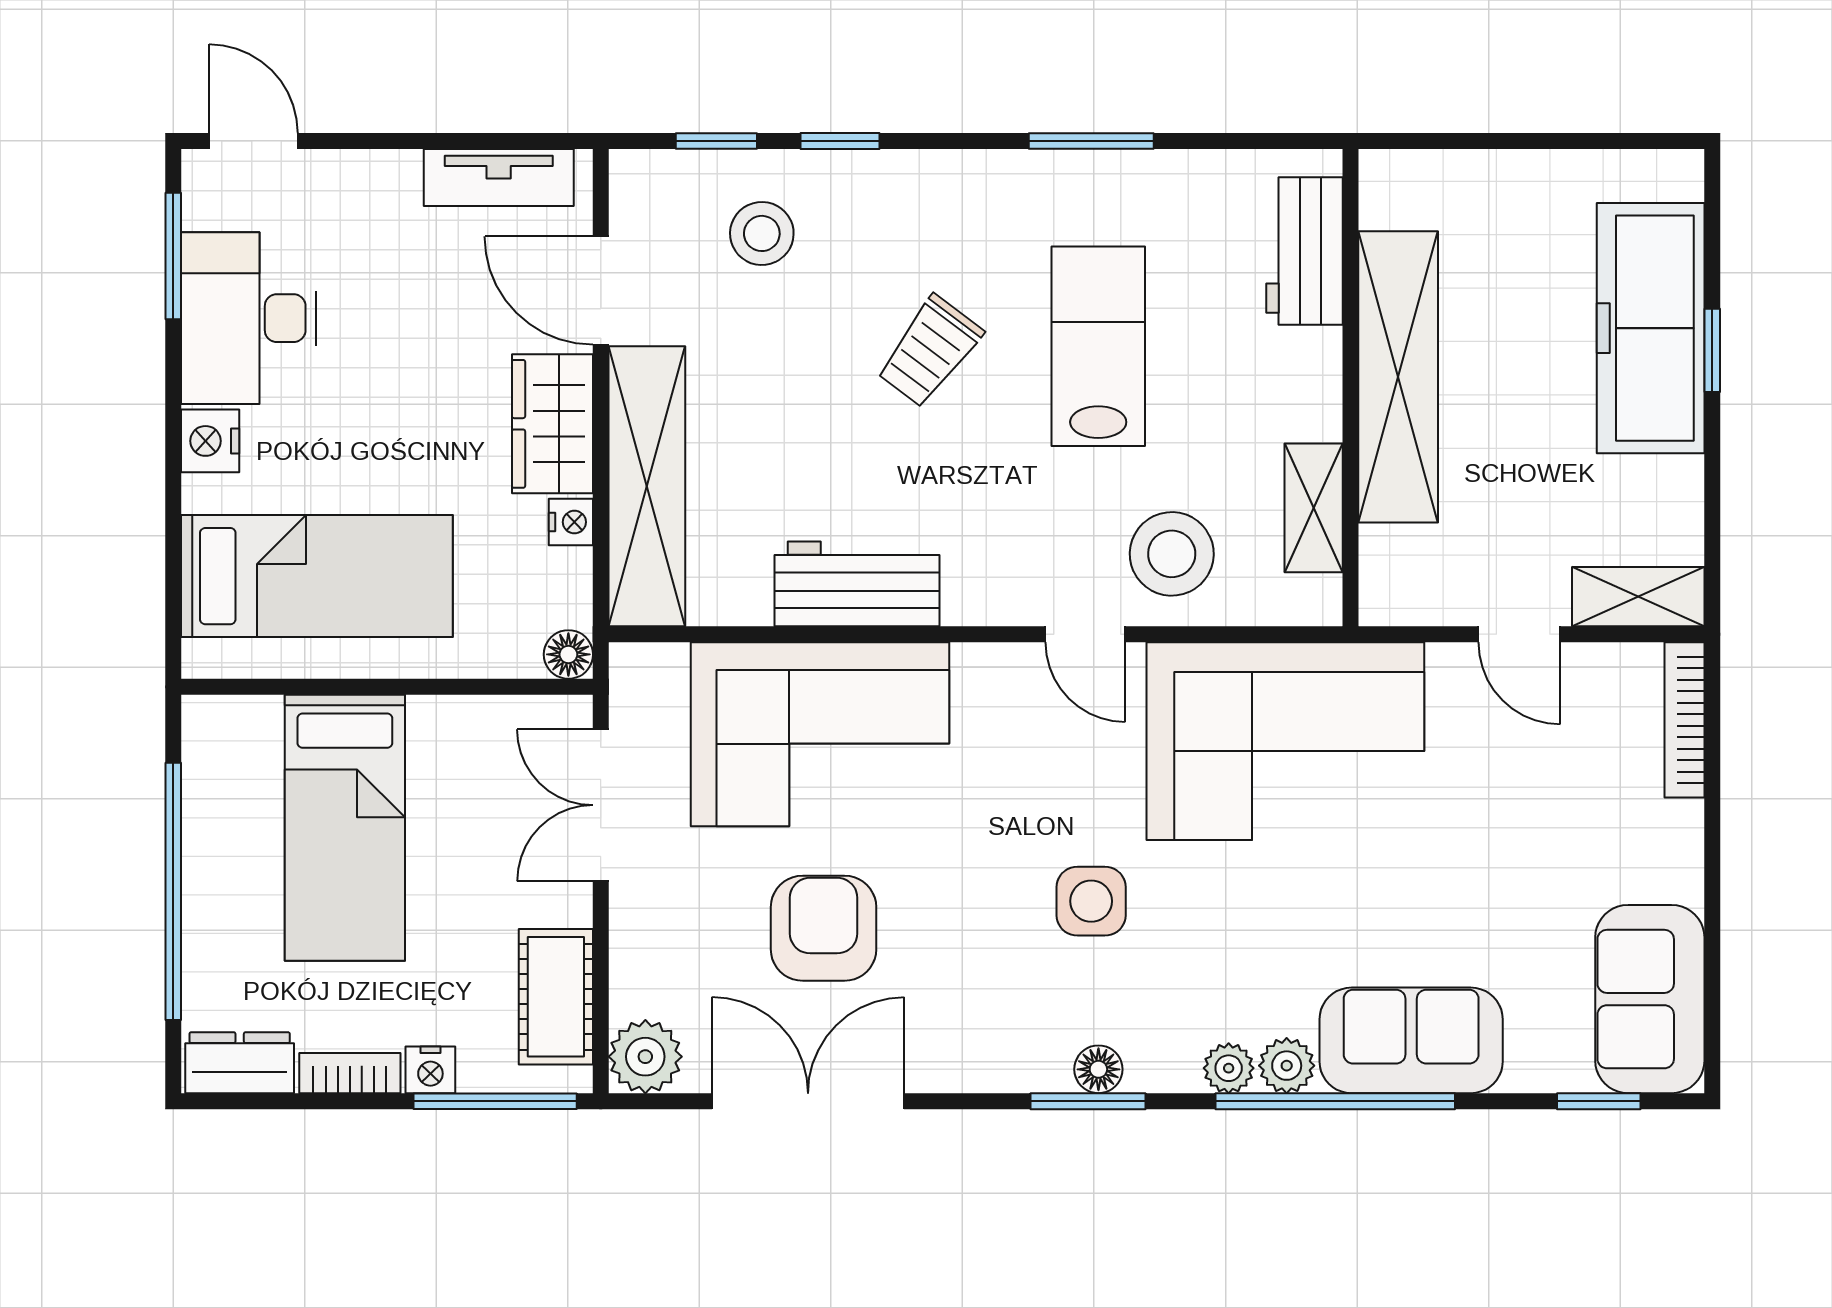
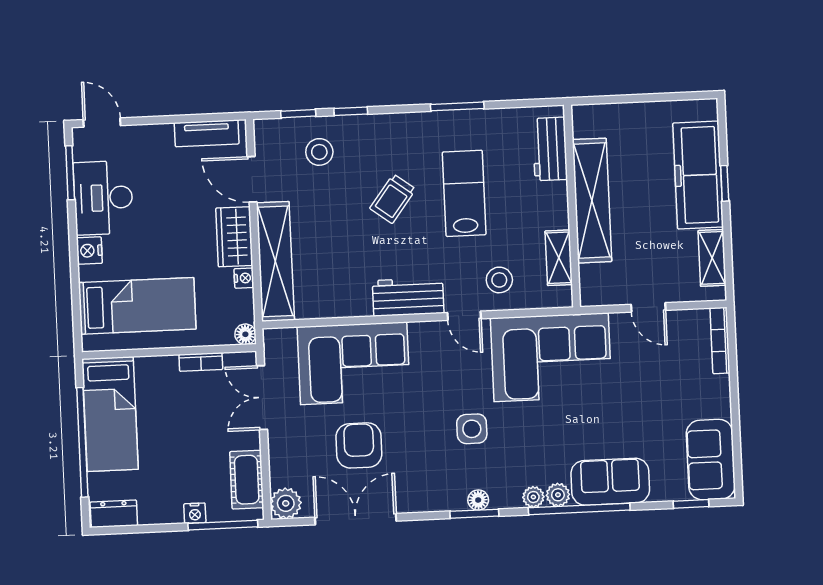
stool: (1172, 554) -> (499, 280), width x0.73, depth x0.73
workbench: (857, 584) -> (408, 297), moved
shelving: (1638, 597) -> (712, 258), moved, turned 90
bed: (345, 828) -> (110, 414), moved
bookcase: (350, 1073) -> (201, 362), moved, turned 180

